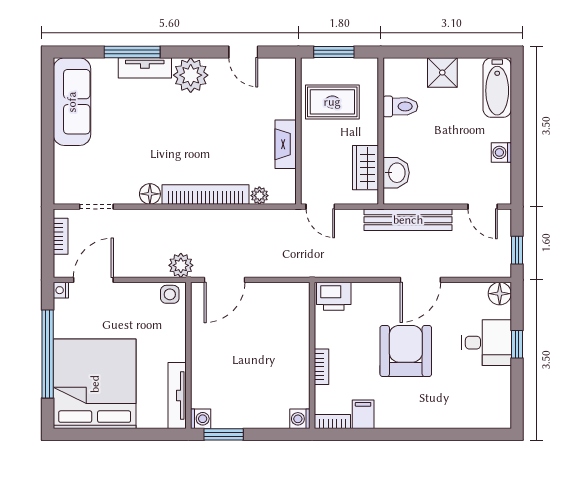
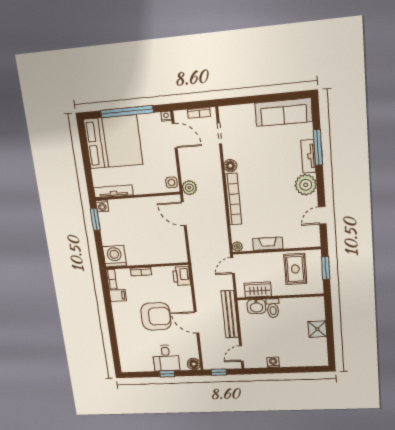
bathtub: (497, 88) -> (310, 359), removed
toilet: (400, 106) -> (273, 308), moved
plant: (259, 196) -> (237, 247), moved
washing machine: (300, 419) -> (114, 256), width x1.89, depth x1.89

